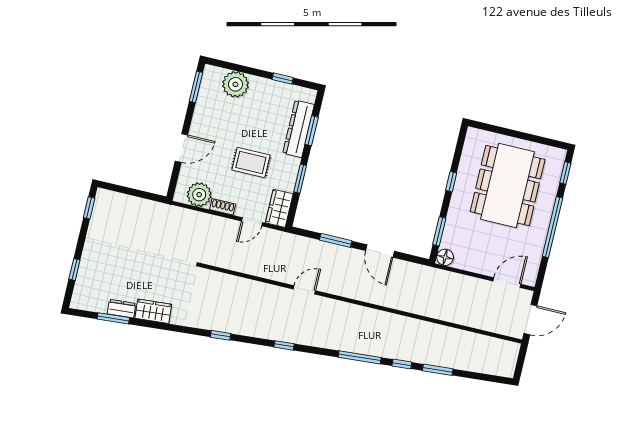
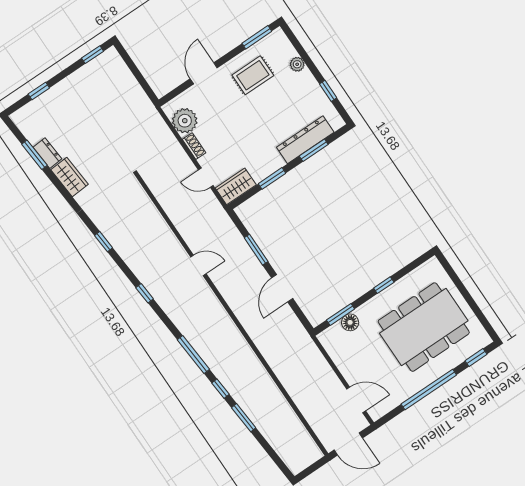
plant: (235, 84) -> (297, 64), width x0.53, depth x0.53
door: (181, 148) -> (204, 73), swing flipped
rug: (251, 162) -> (253, 75), moved, turned 90
floor lamp: (445, 257) -> (350, 322), moved

